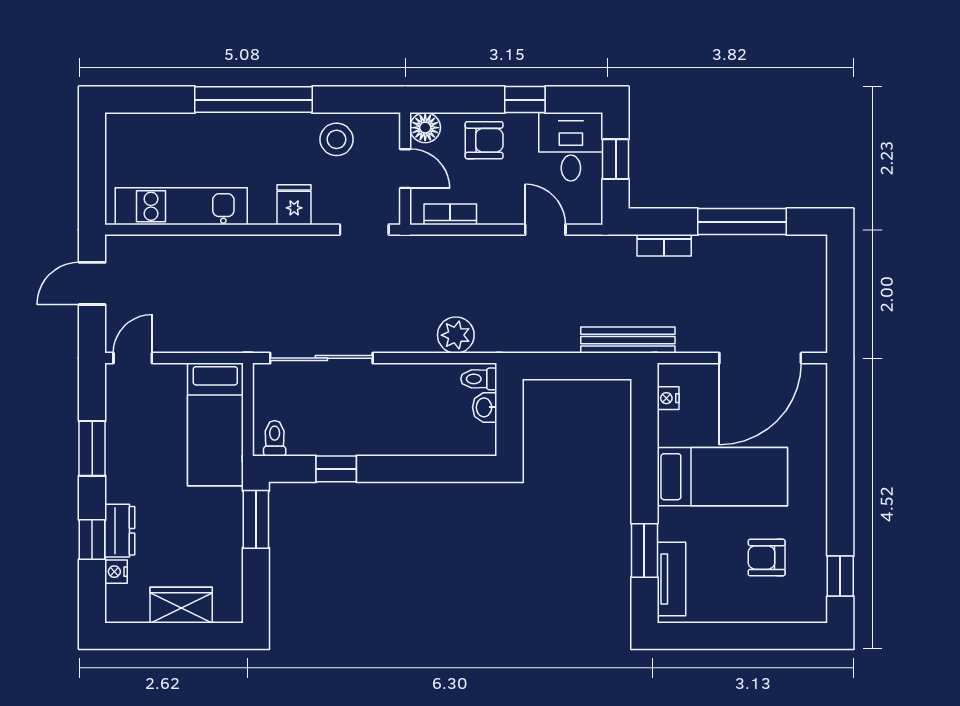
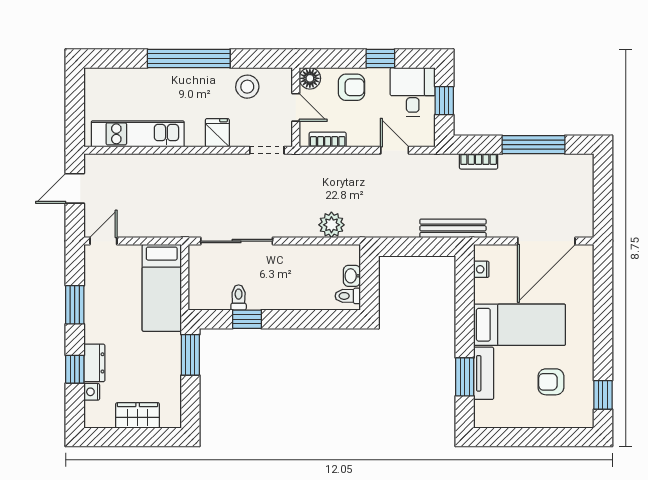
toilet: (479, 379) -> (348, 296), moved
toilet: (275, 438) -> (239, 298), moved
tv unit: (671, 579) -> (484, 373), moved

